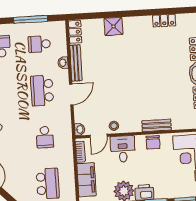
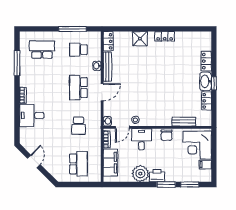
locker: (164, 21) -> (165, 36), moved
bench: (157, 125) -> (184, 122), moved

